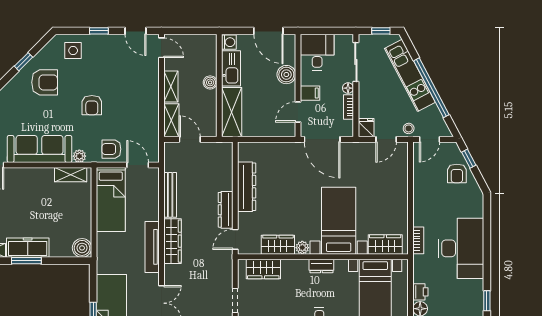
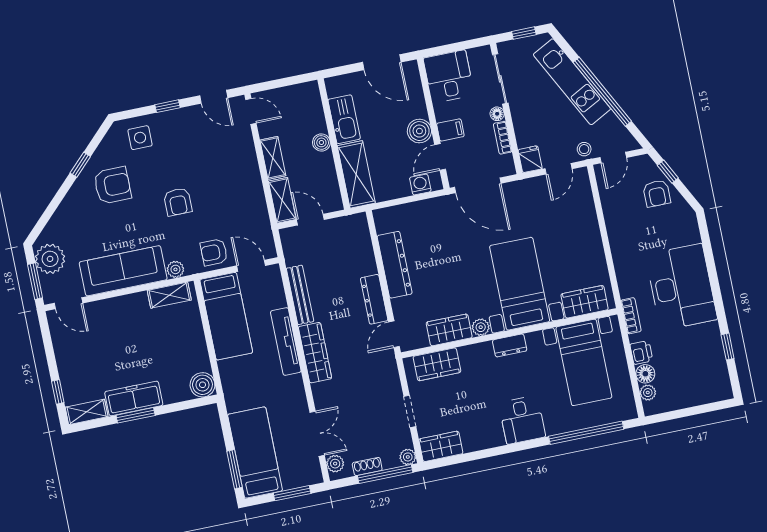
washing machine: (229, 42) -> (420, 184), moved, turned -90
boiler: (286, 75) -> (419, 131), moved
bookcase: (418, 240) -> (631, 316), moved
tv unit: (152, 247) -> (286, 341), moved

